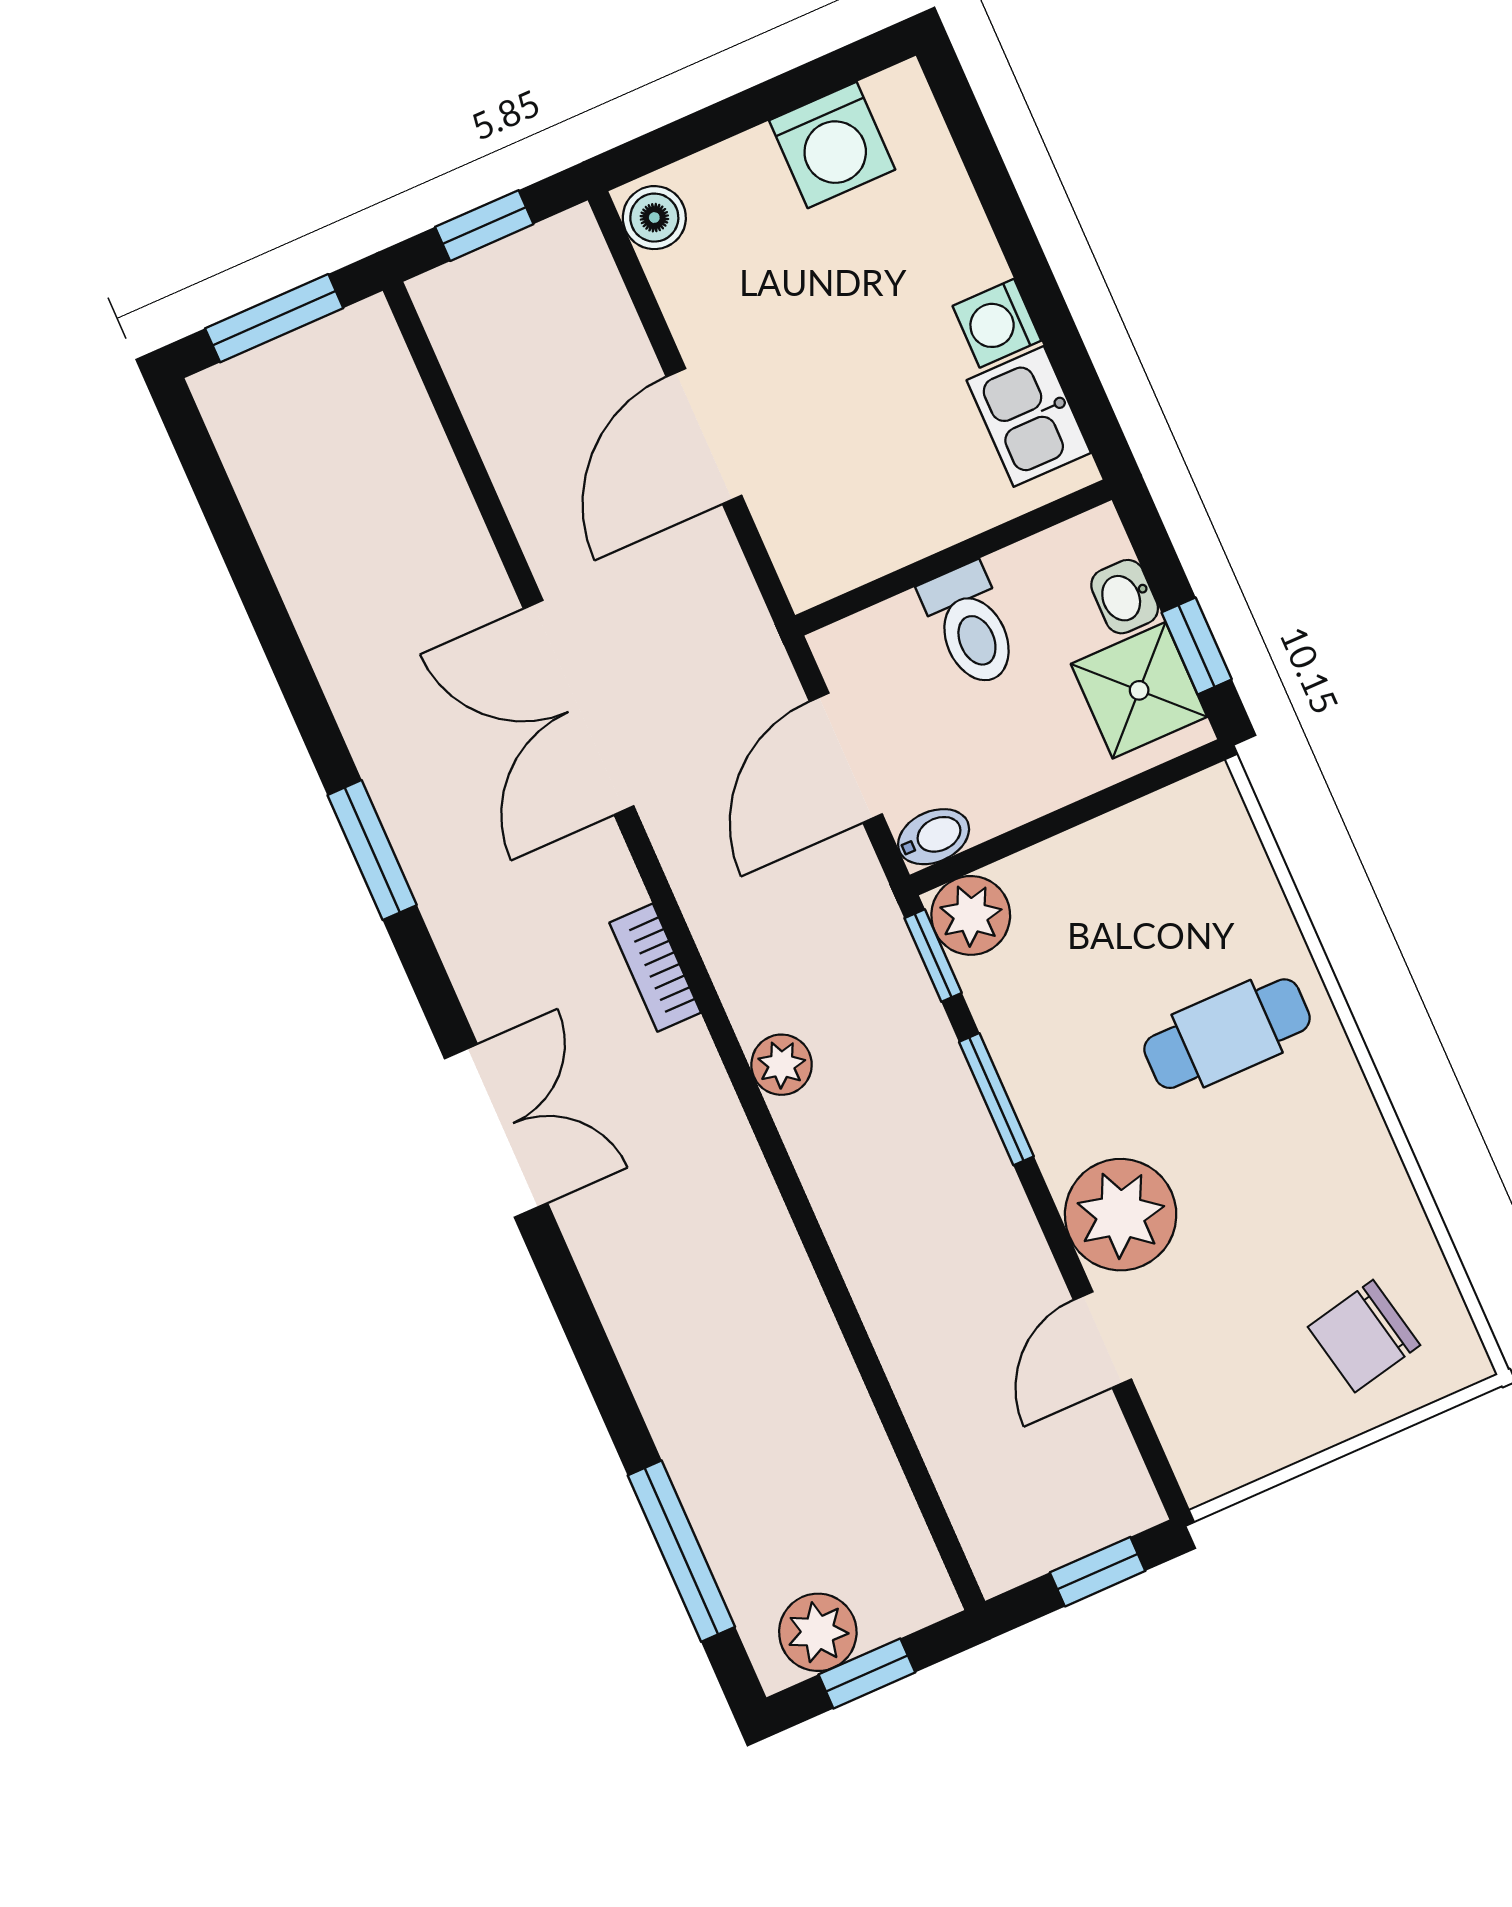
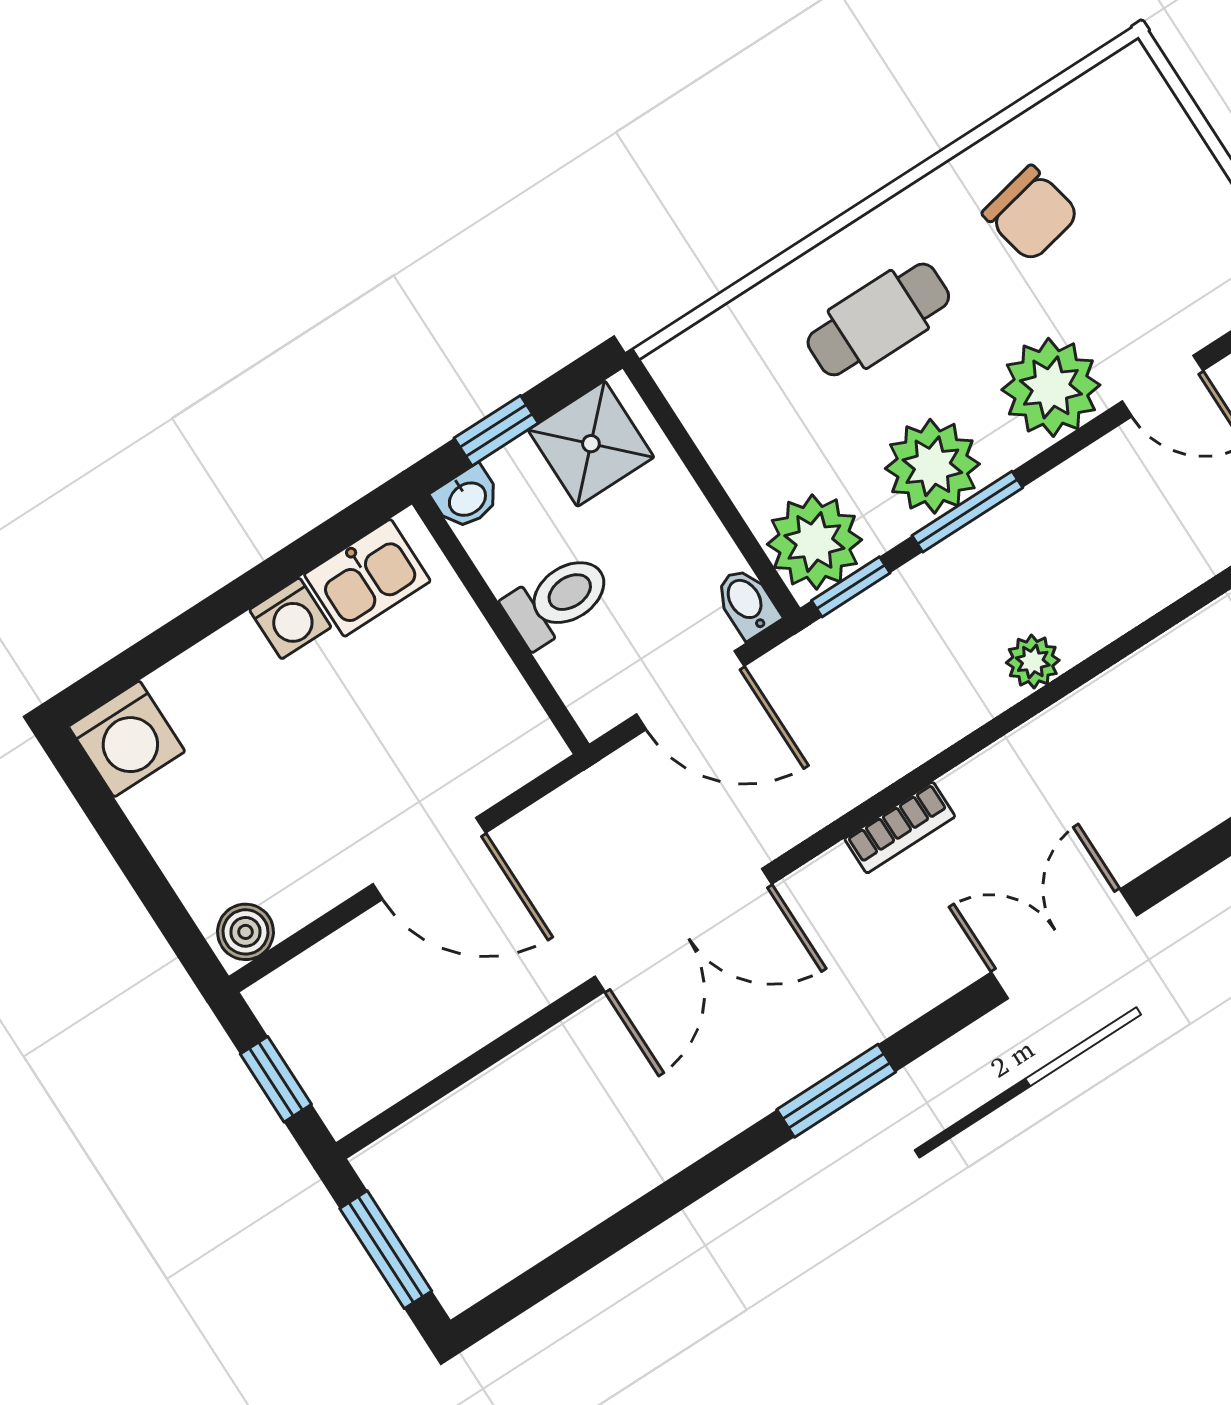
washing machine: (832, 145) -> (127, 739), moved, turned 90
washbasin: (1125, 597) -> (467, 498), moved
window: (1197, 646) -> (496, 431), moved
plant: (971, 915) -> (814, 542), width x1.36, depth x1.36
cafe table: (1227, 1034) -> (878, 319), turned 90
plant: (782, 1065) -> (1033, 661), moved
plant: (1053, 1068) -> (932, 466), added
chair: (1364, 1336) -> (1031, 214), moved

